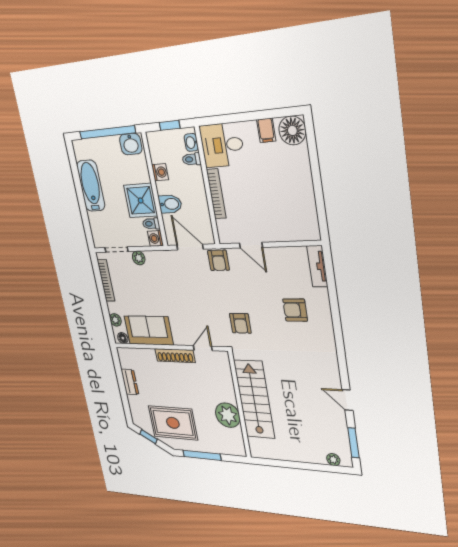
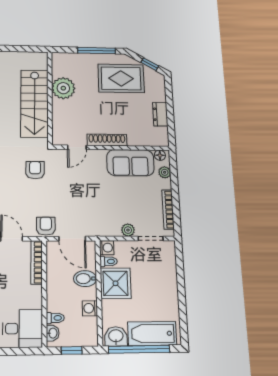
bathtub: (91, 186) -> (152, 334), moved, turned 90
bookcase: (216, 194) -> (37, 262), moved

